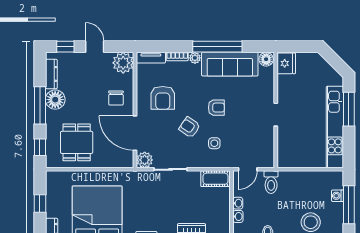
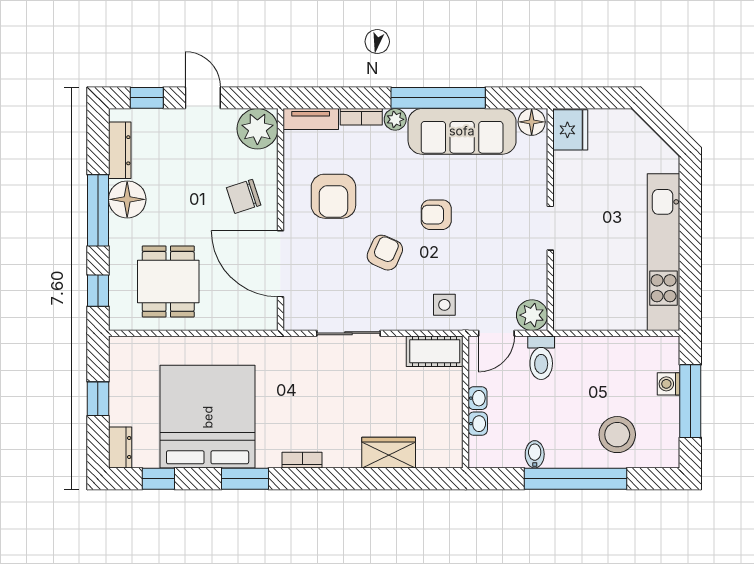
chair: (116, 98) -> (244, 196), turned 72
armchair: (216, 108) -> (436, 215), turned 180
window: (349, 109) -> (690, 218), removed
armchair: (190, 127) -> (385, 253), turned 80
side table: (214, 143) -> (444, 305), moved
plant: (145, 160) -> (532, 315), moved

